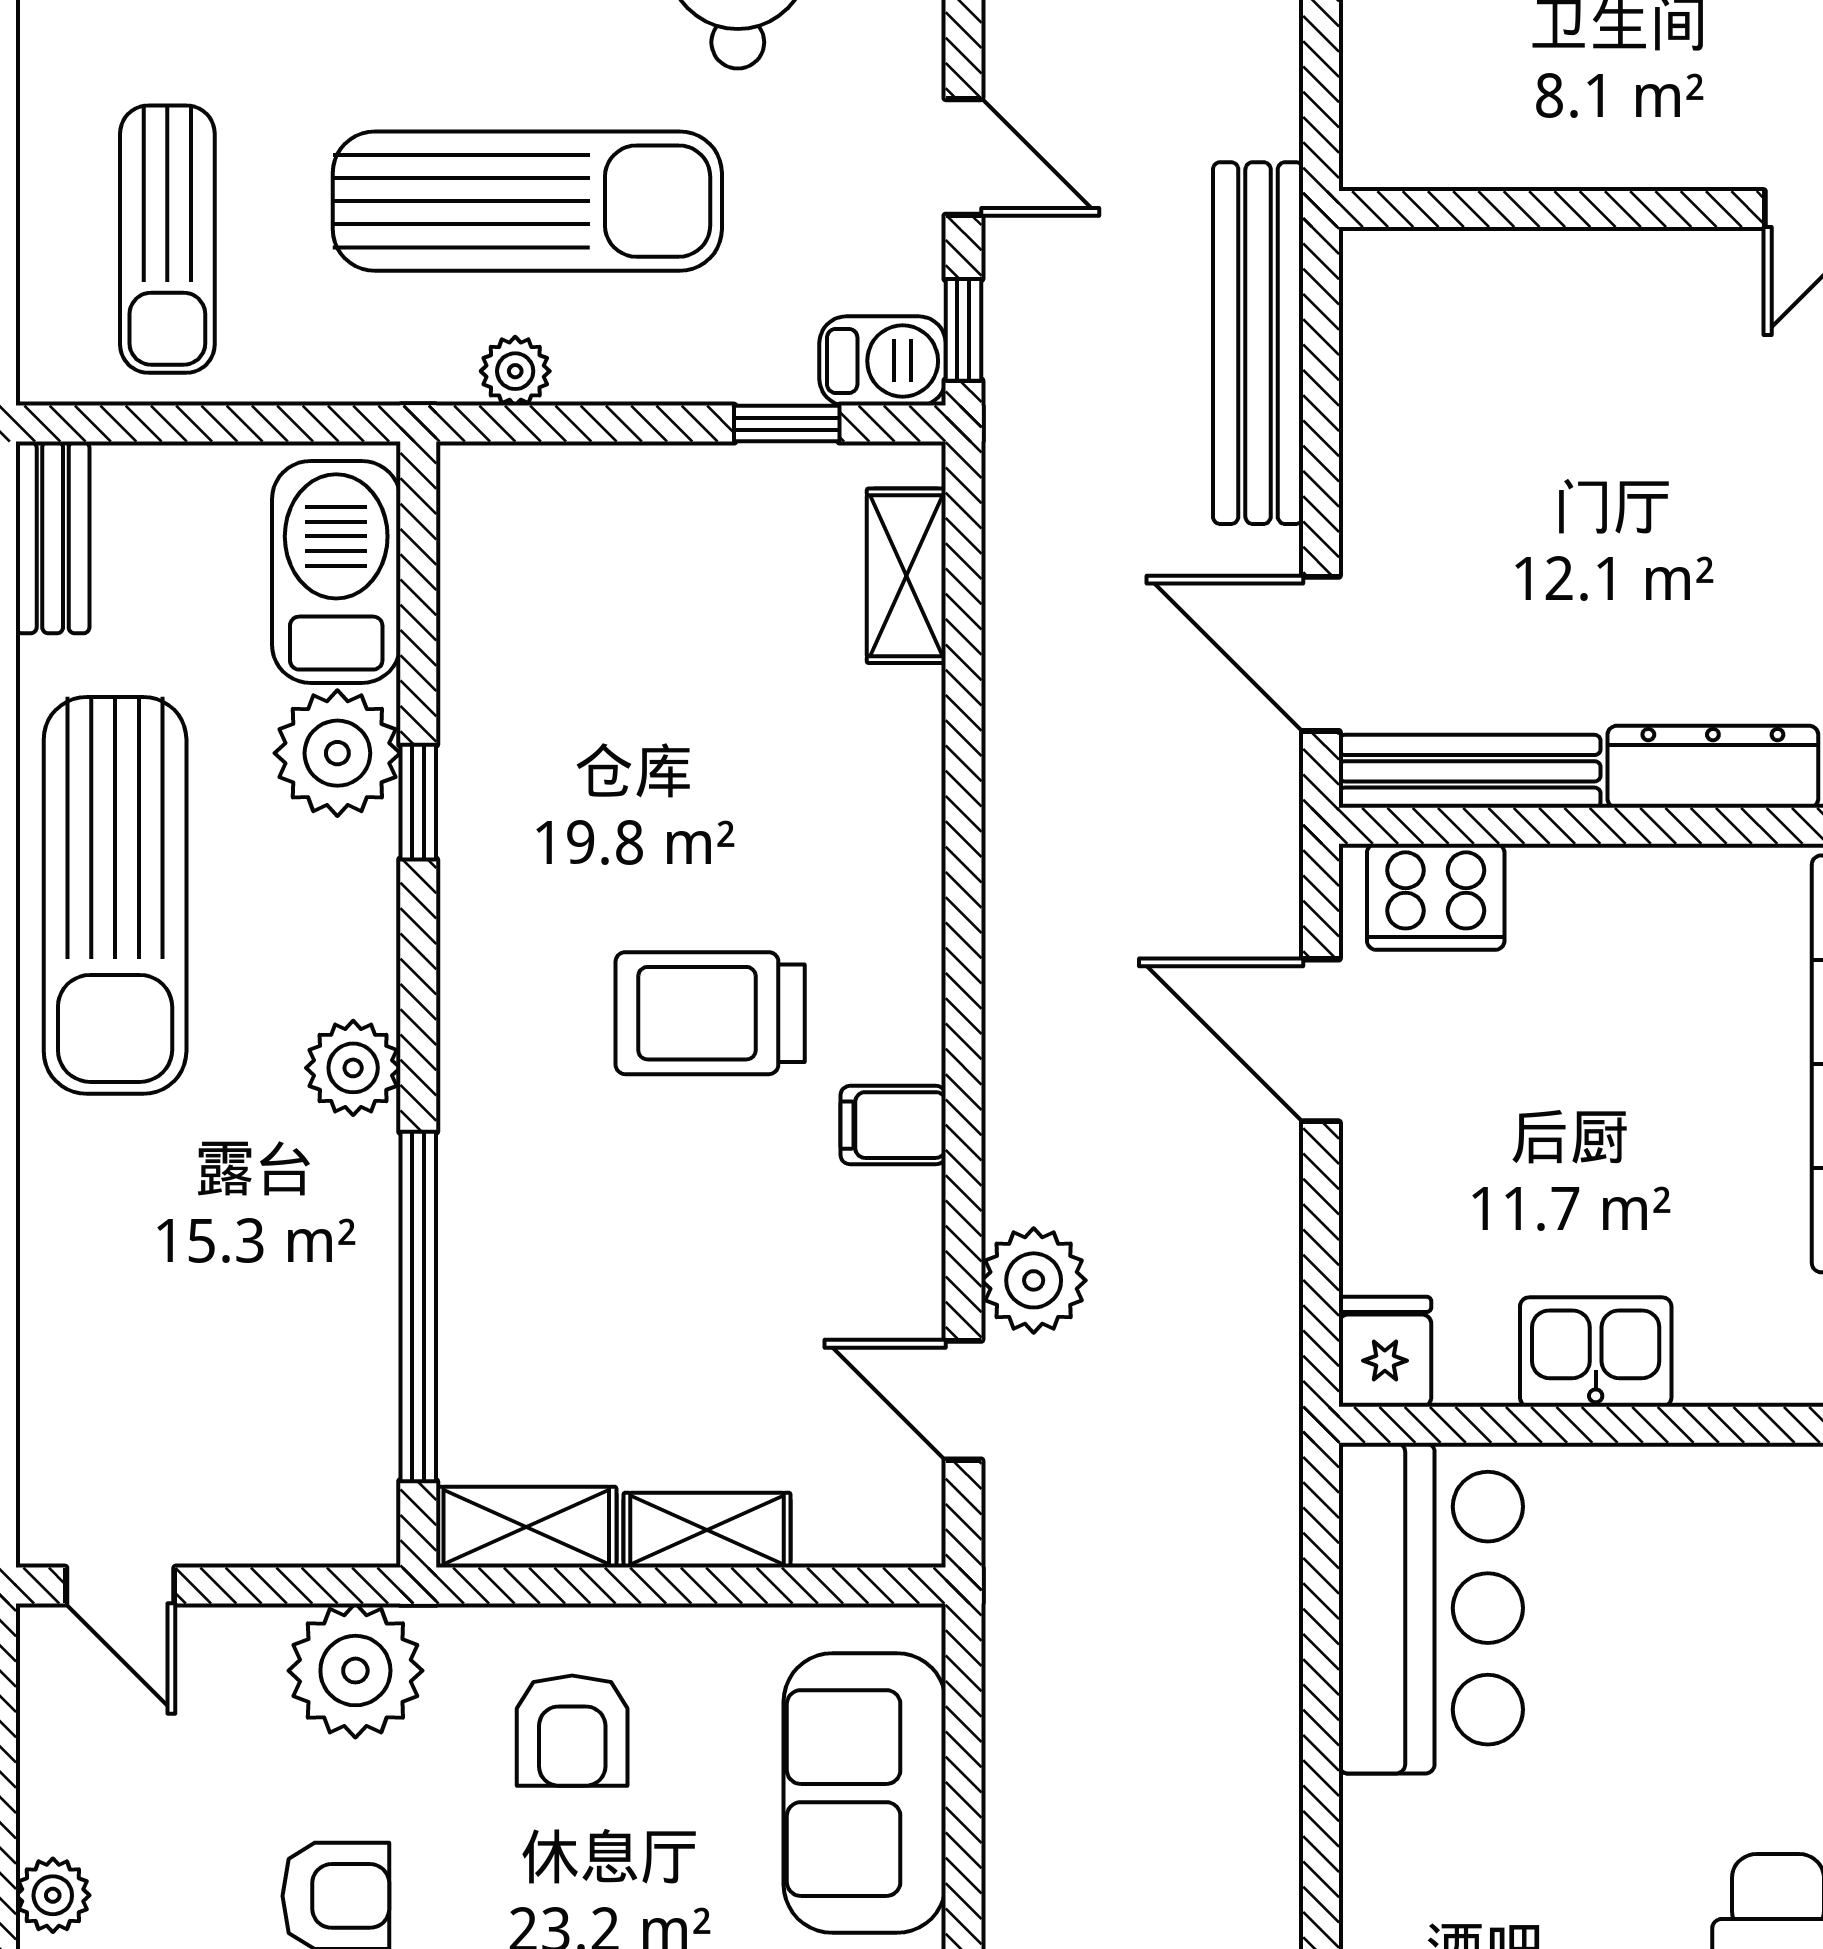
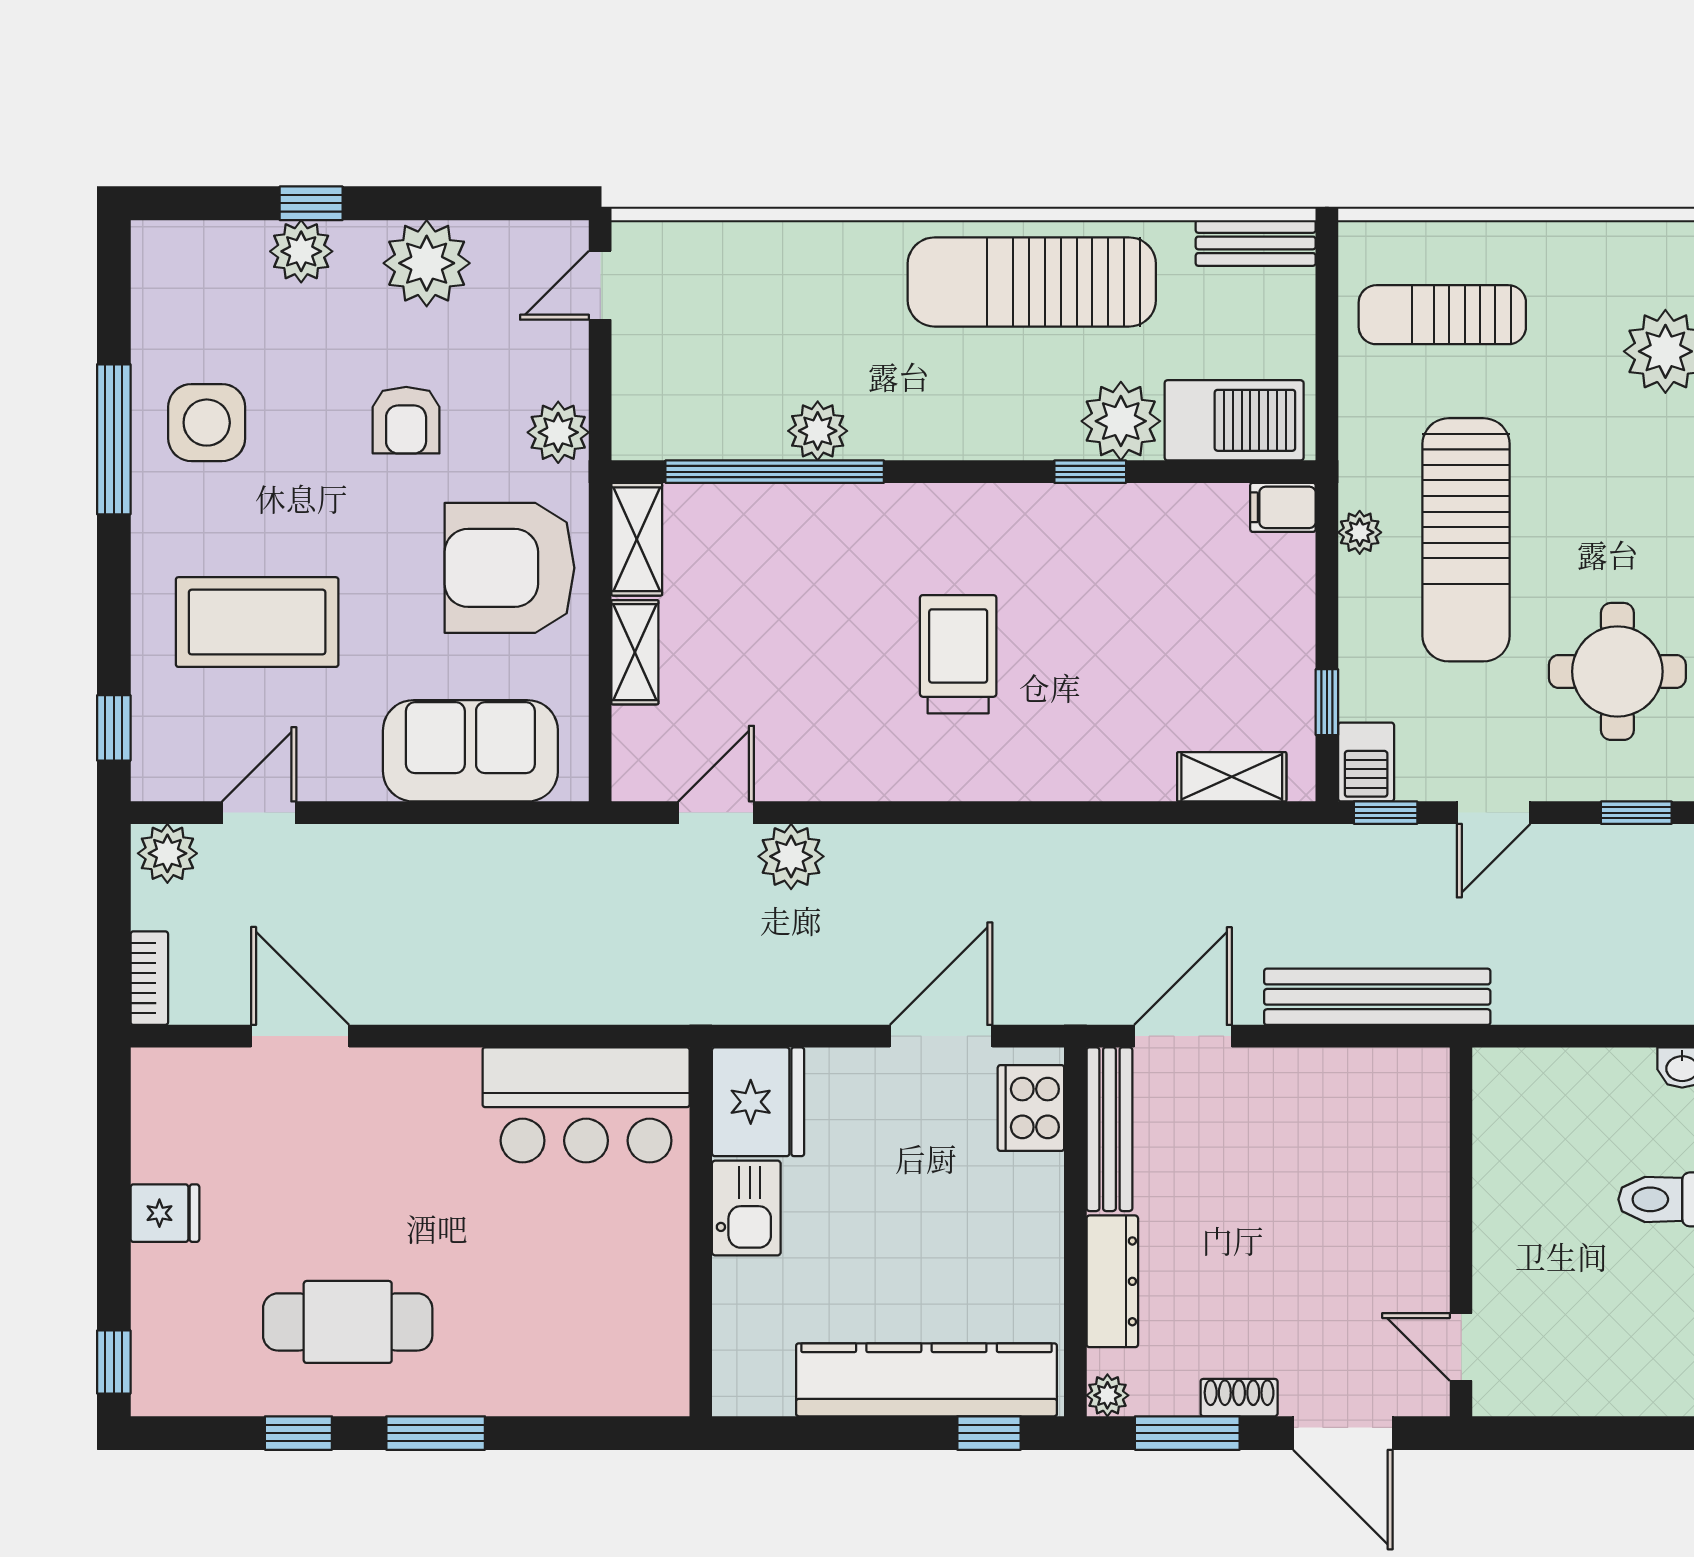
plant: (353, 1068) -> (818, 431), moved
filing cabinet: (893, 1125) -> (1283, 507), moved, turned -90
fridge: (1385, 1352) -> (758, 1102), width x1.88, depth x1.34
plant: (355, 1671) -> (558, 432), width x0.73, depth x0.73
armchair: (572, 1731) -> (509, 568), width x1.88, depth x1.88
plant: (53, 1895) -> (427, 263), width x1.88, depth x1.88

